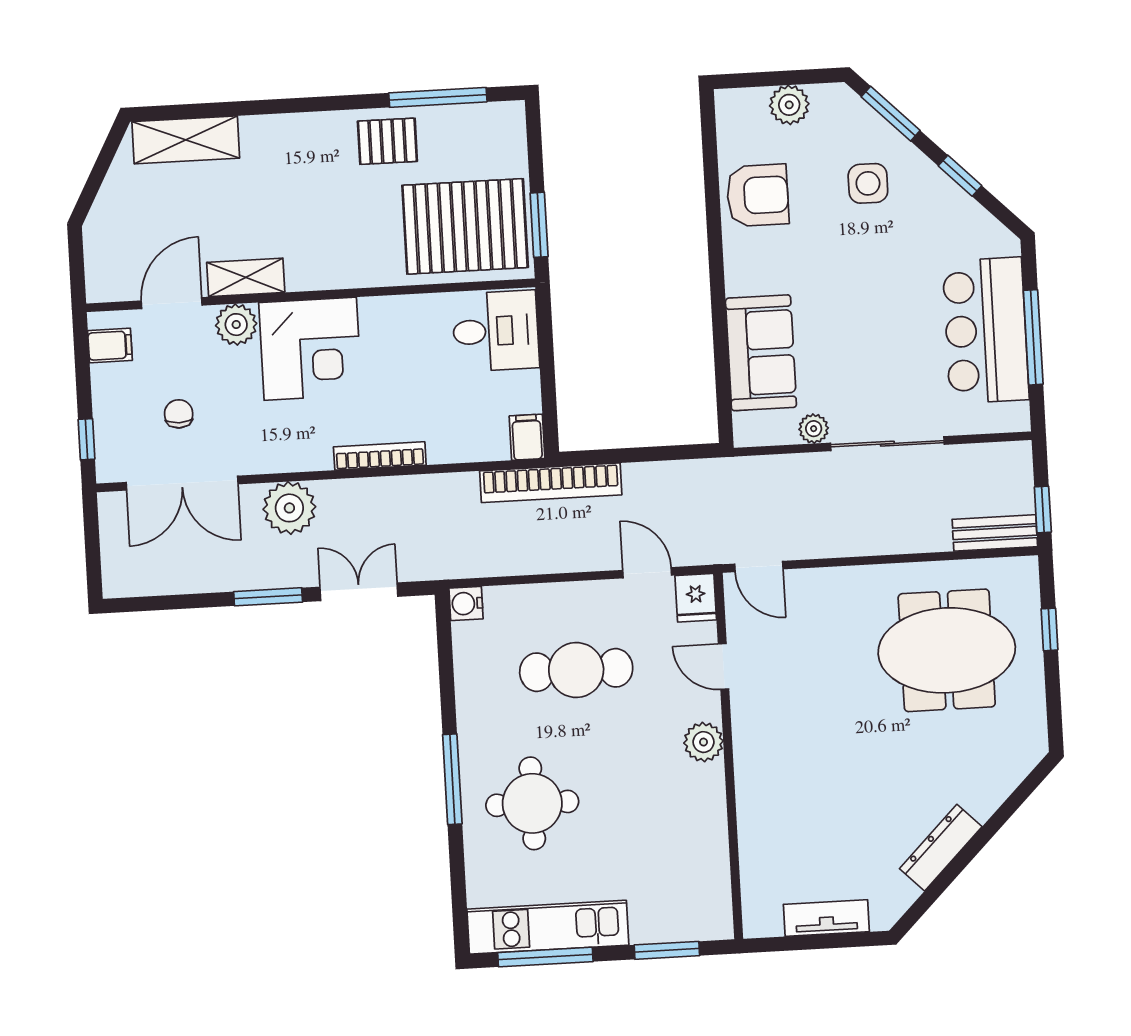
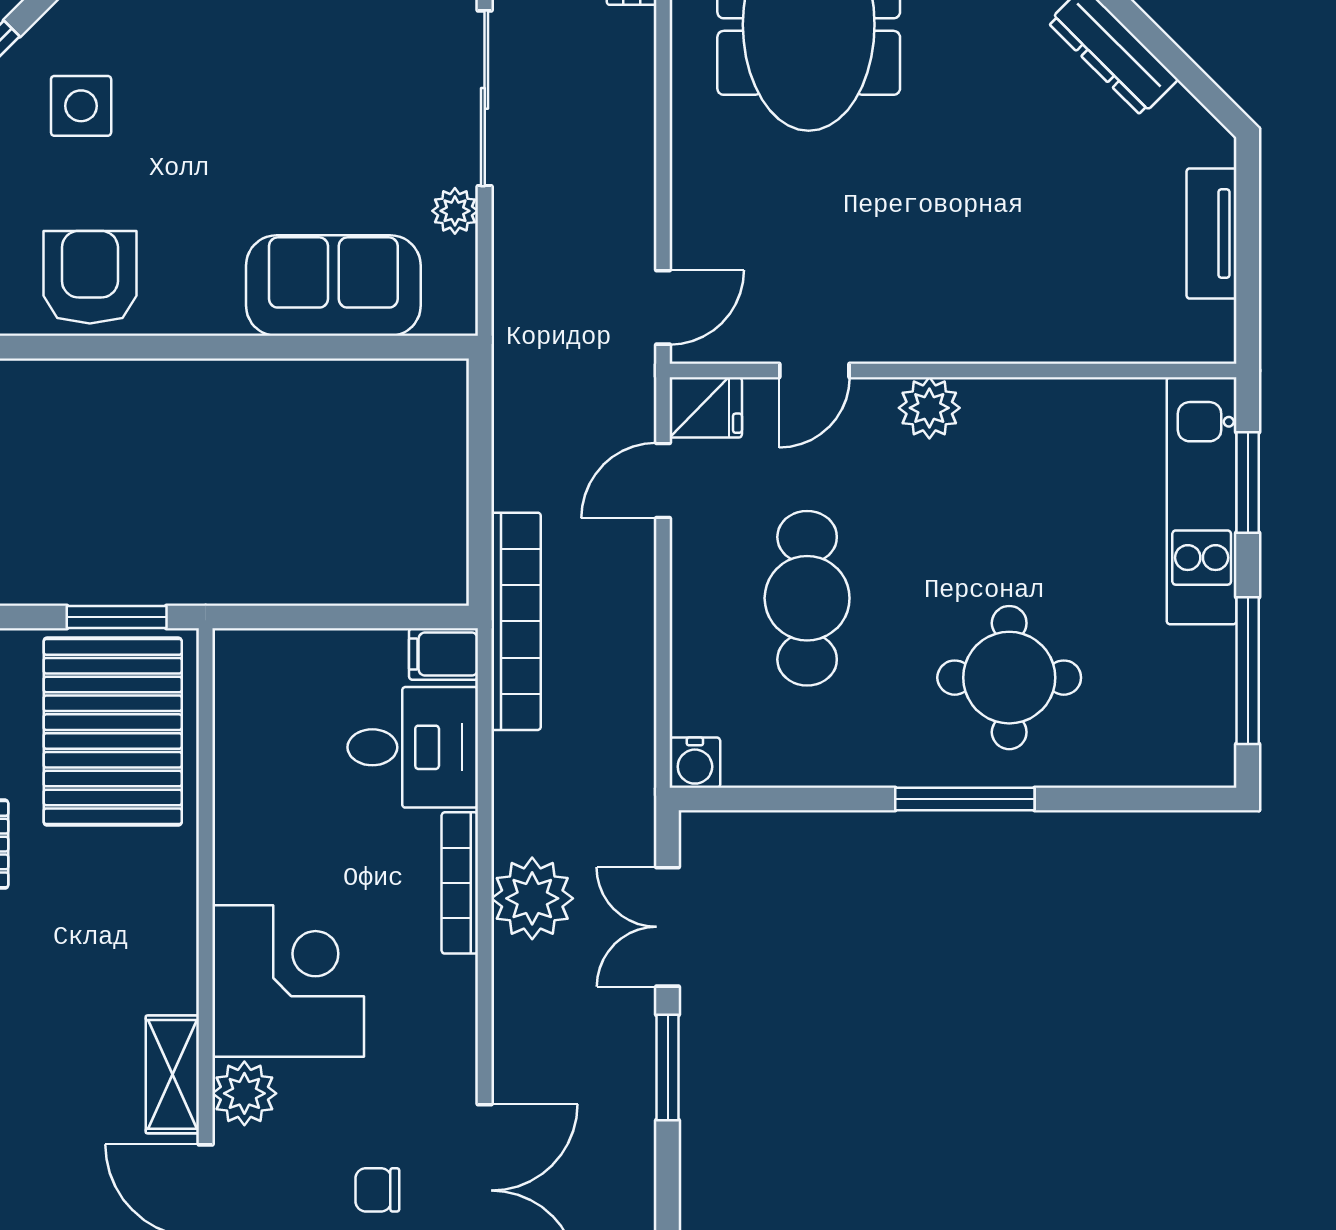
desk: (496, 331) -> (413, 747), moved, turned 90
plant: (289, 508) -> (532, 898), moved
kitchen unit: (548, 927) -> (1202, 501), moved

